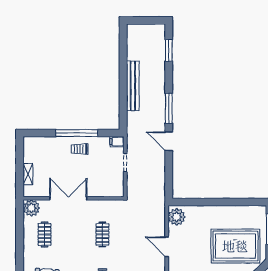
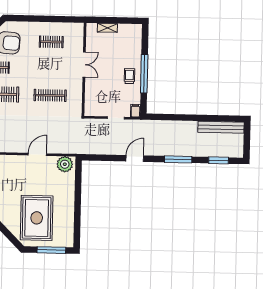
bench: (133, 86) -> (221, 127), moved
window: (169, 108) -> (178, 159), moved
double door: (68, 198) -> (84, 65), width x0.73
plant: (31, 208) -> (76, 30), removed
clothes rail: (102, 234) -> (50, 95), width x1.36

